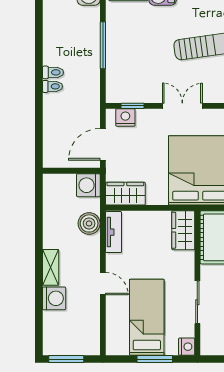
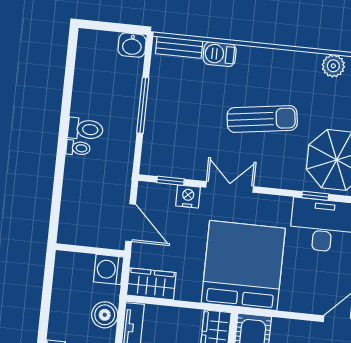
toilet: (53, 72) -> (85, 129), width x1.37, depth x1.39
nightstand: (125, 117) -> (188, 196), moved
door: (103, 144) -> (131, 223), swing flipped

